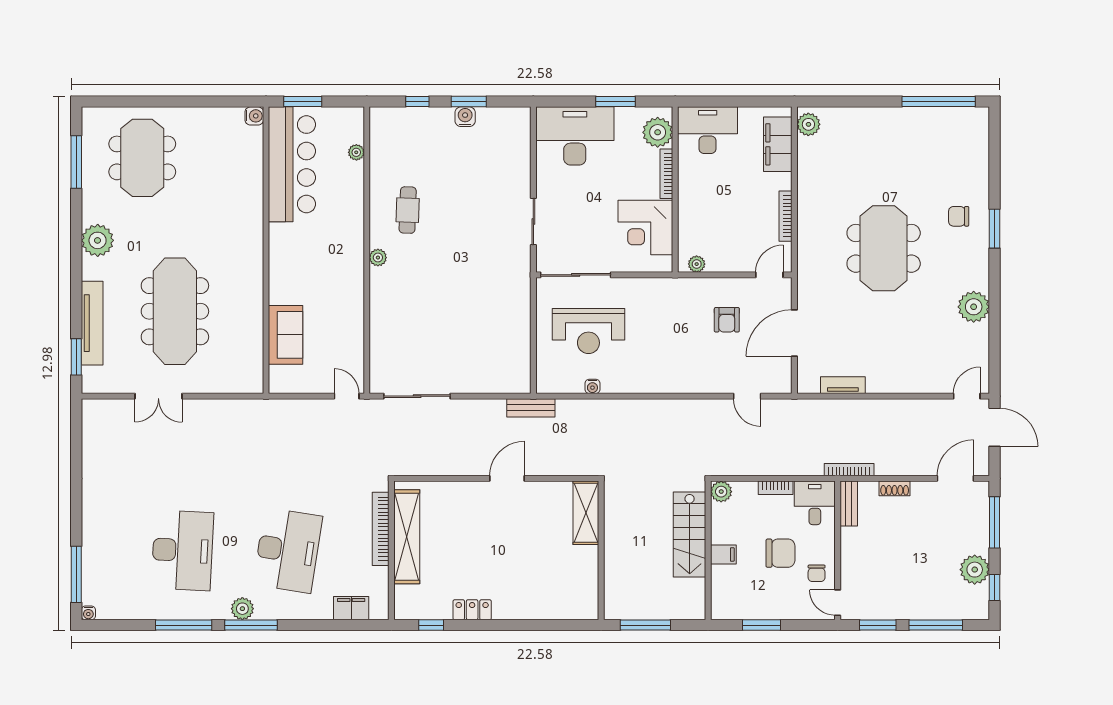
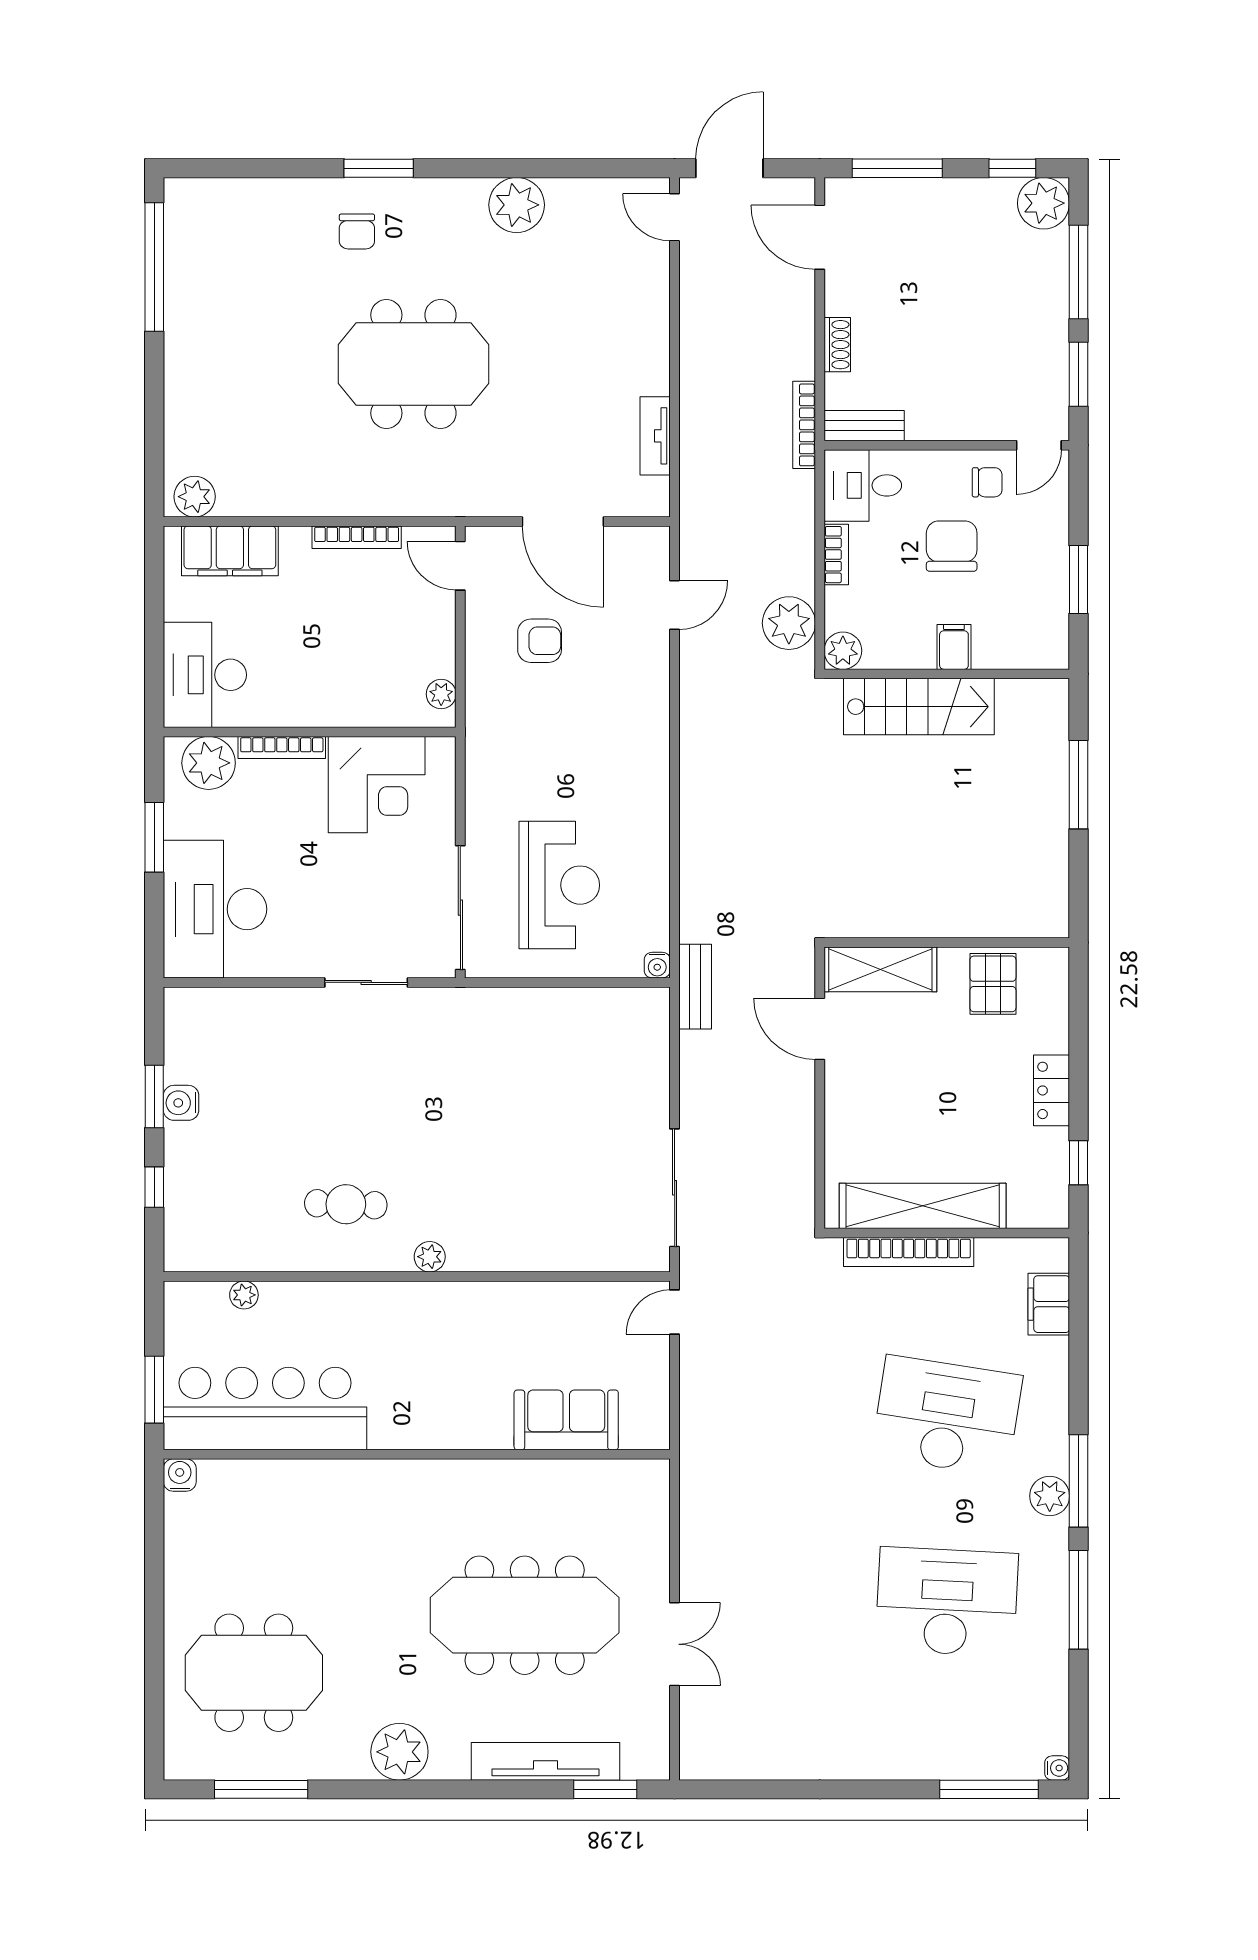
water cooler: (592, 386) -> (657, 965), moved, turned 90
plant: (737, 461) -> (789, 623), added
shelving: (586, 513) -> (880, 969), moved
wall: (601, 550) -> (947, 942), moved
plant: (975, 570) -> (1044, 203), moved
pallet: (532, 577) -> (993, 984), added

